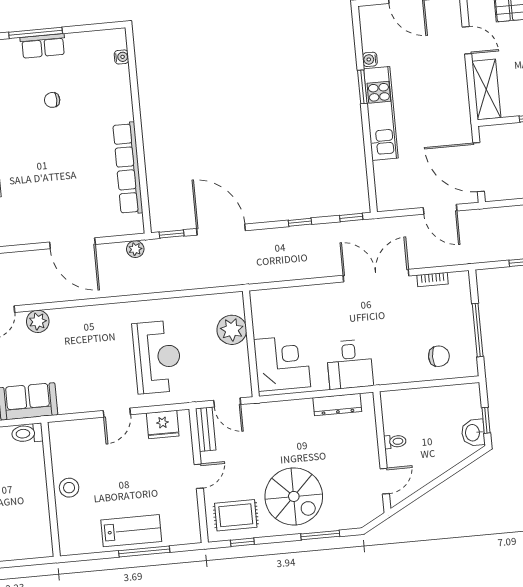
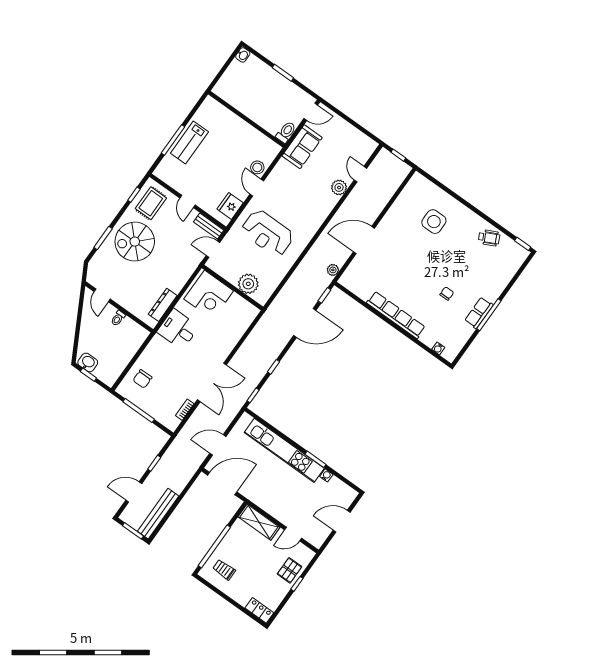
kitchen unit: (381, 113) -> (284, 450), width x1.36
row of seats: (128, 168) -> (396, 315), moved
stool: (69, 488) -> (257, 167), moved

